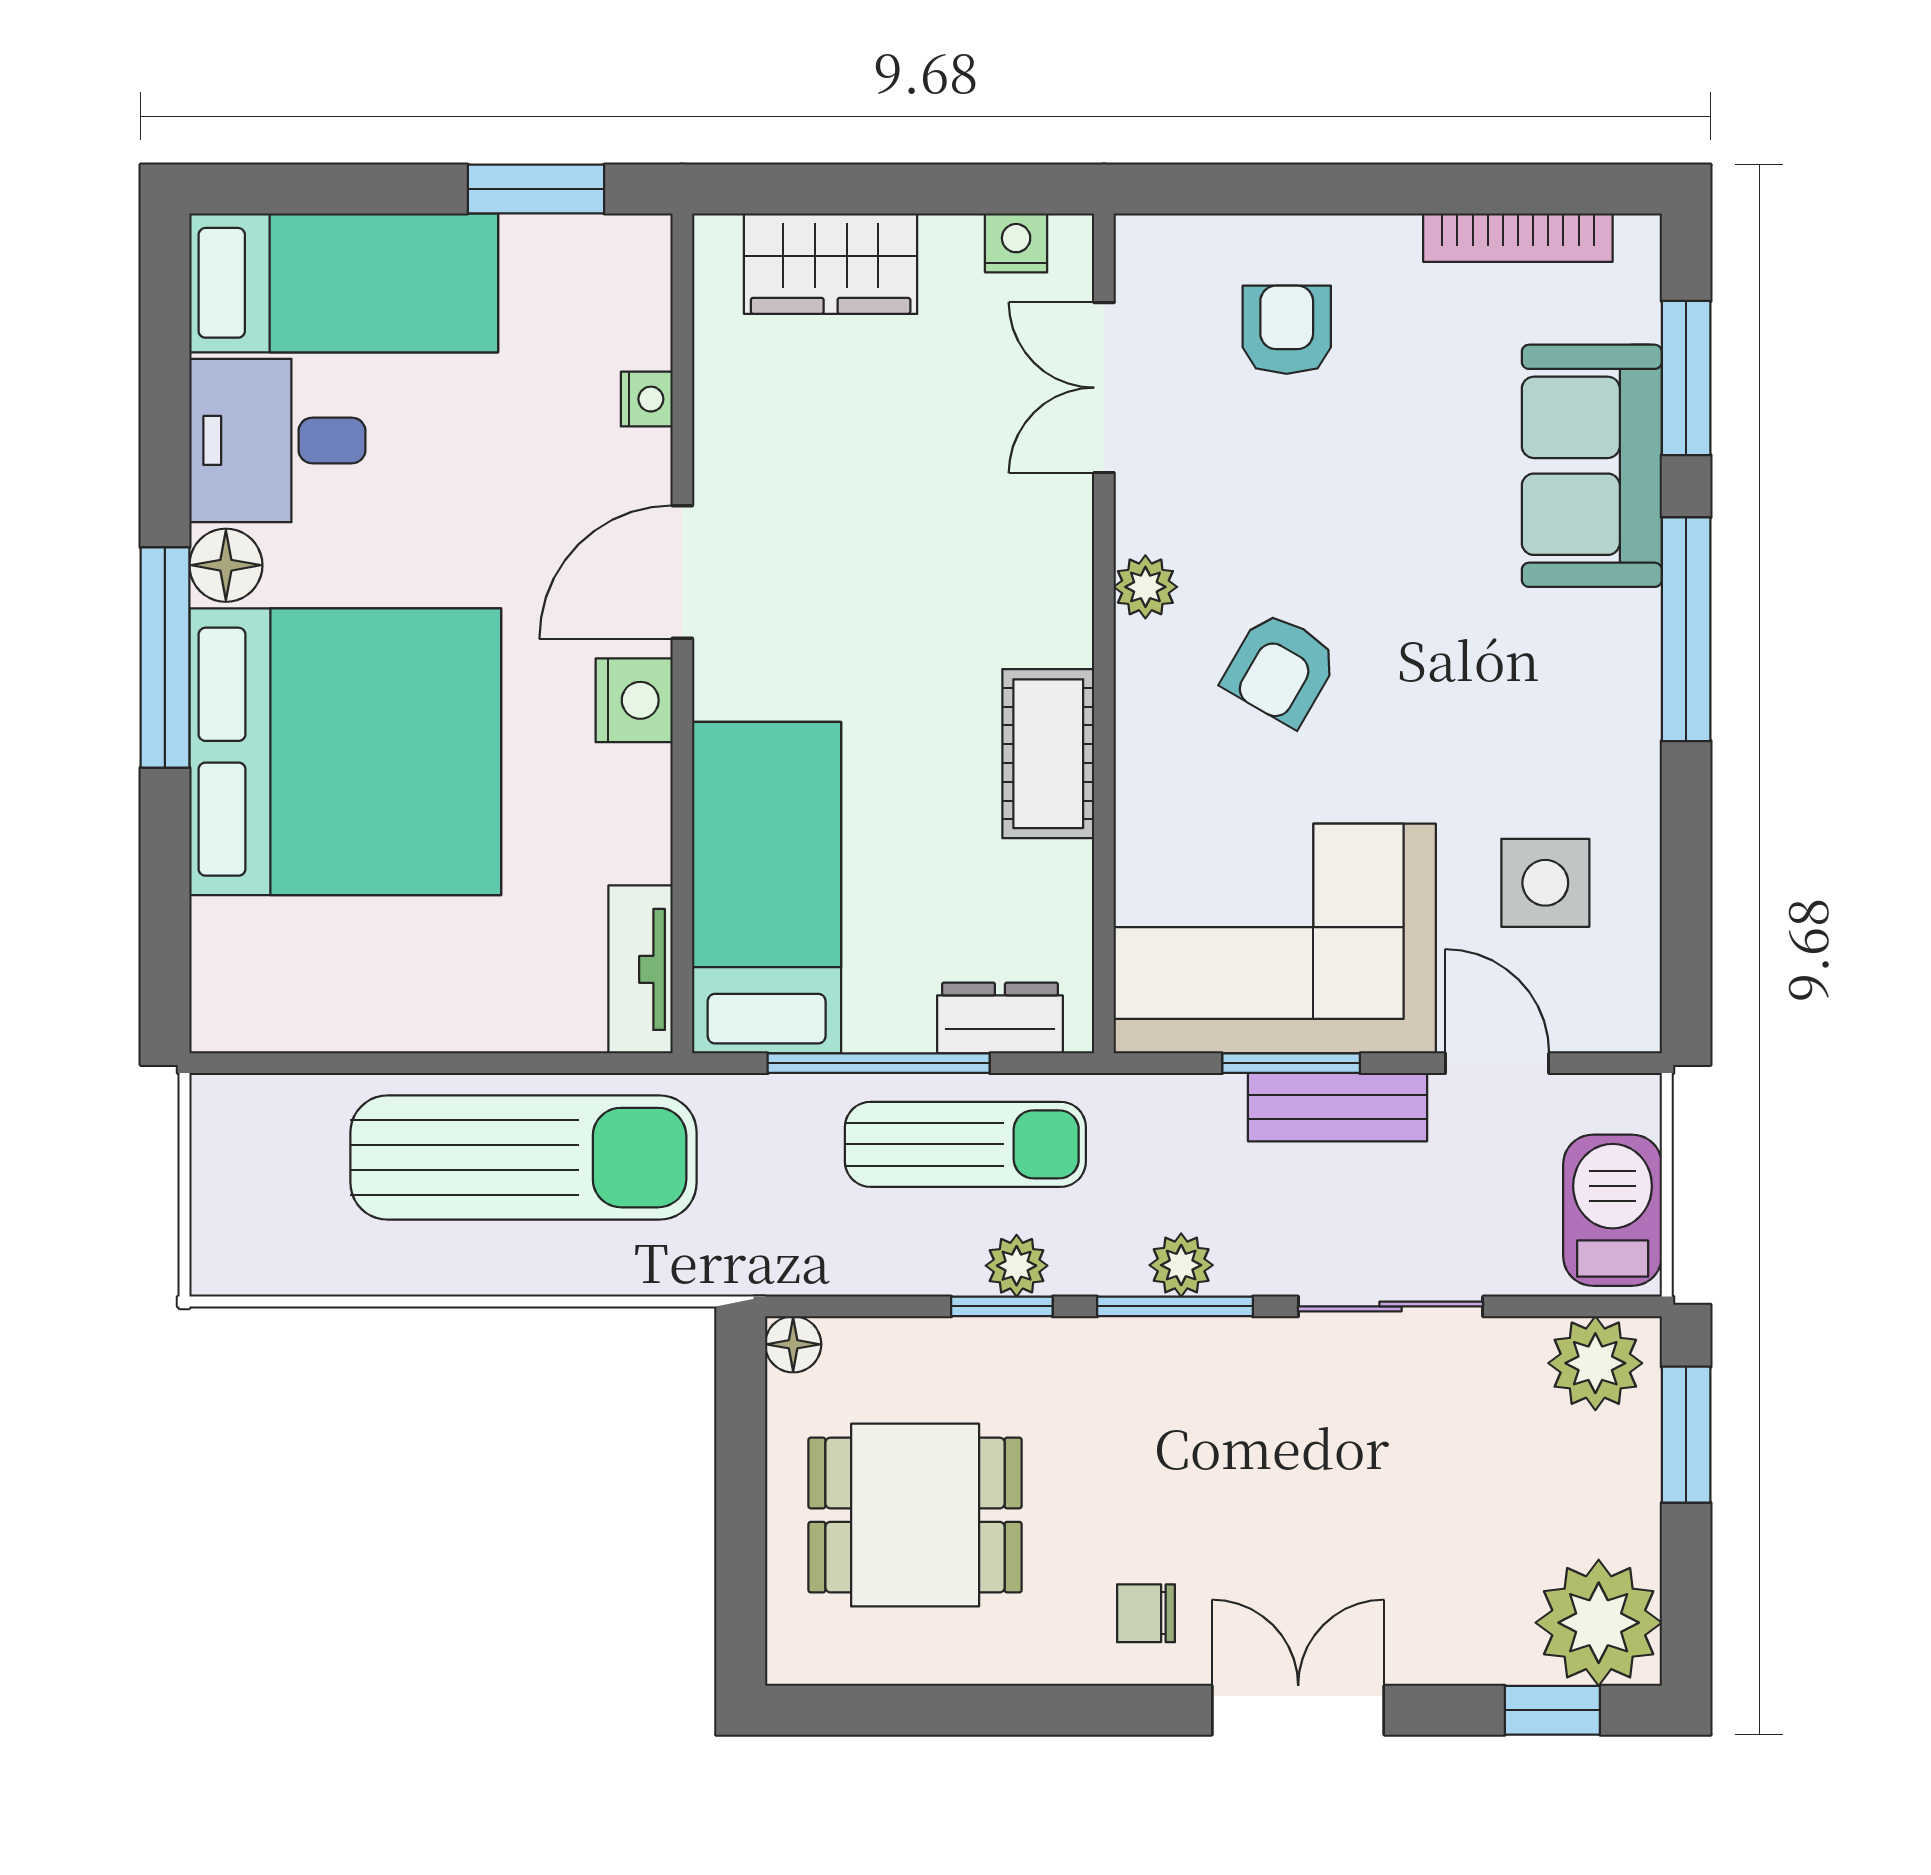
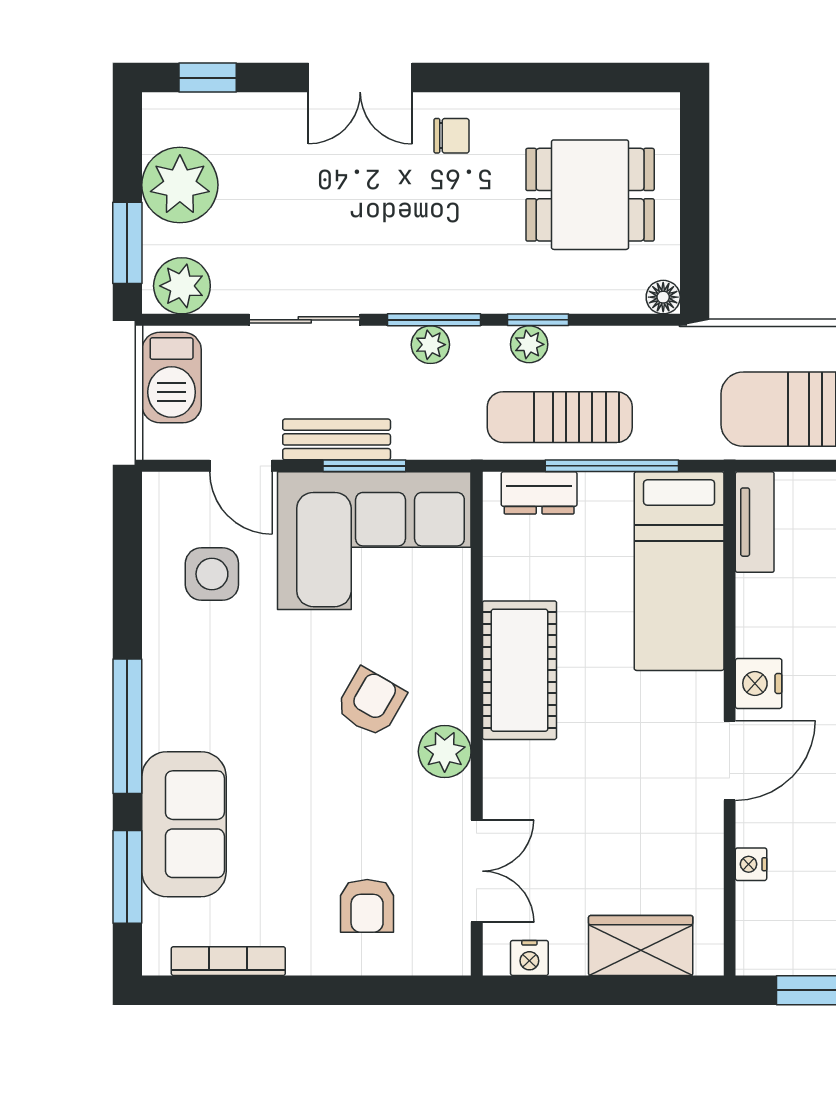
plant: (1145, 587) -> (445, 752), width x1.38, depth x1.38
cot: (1048, 754) -> (519, 670), width x1.37, depth x1.34
plant: (1599, 1623) -> (180, 185), moved

